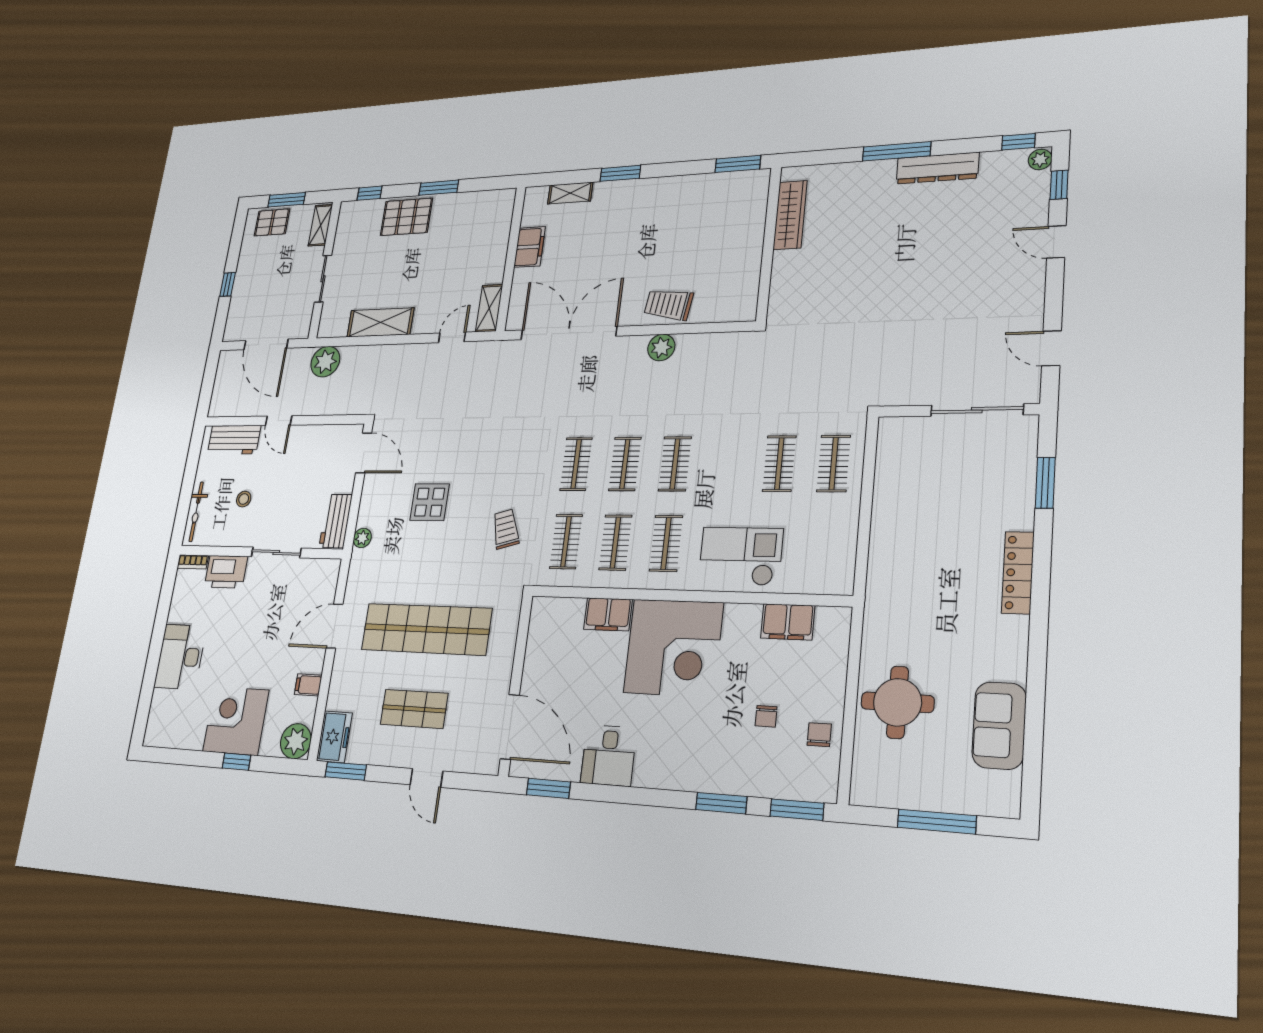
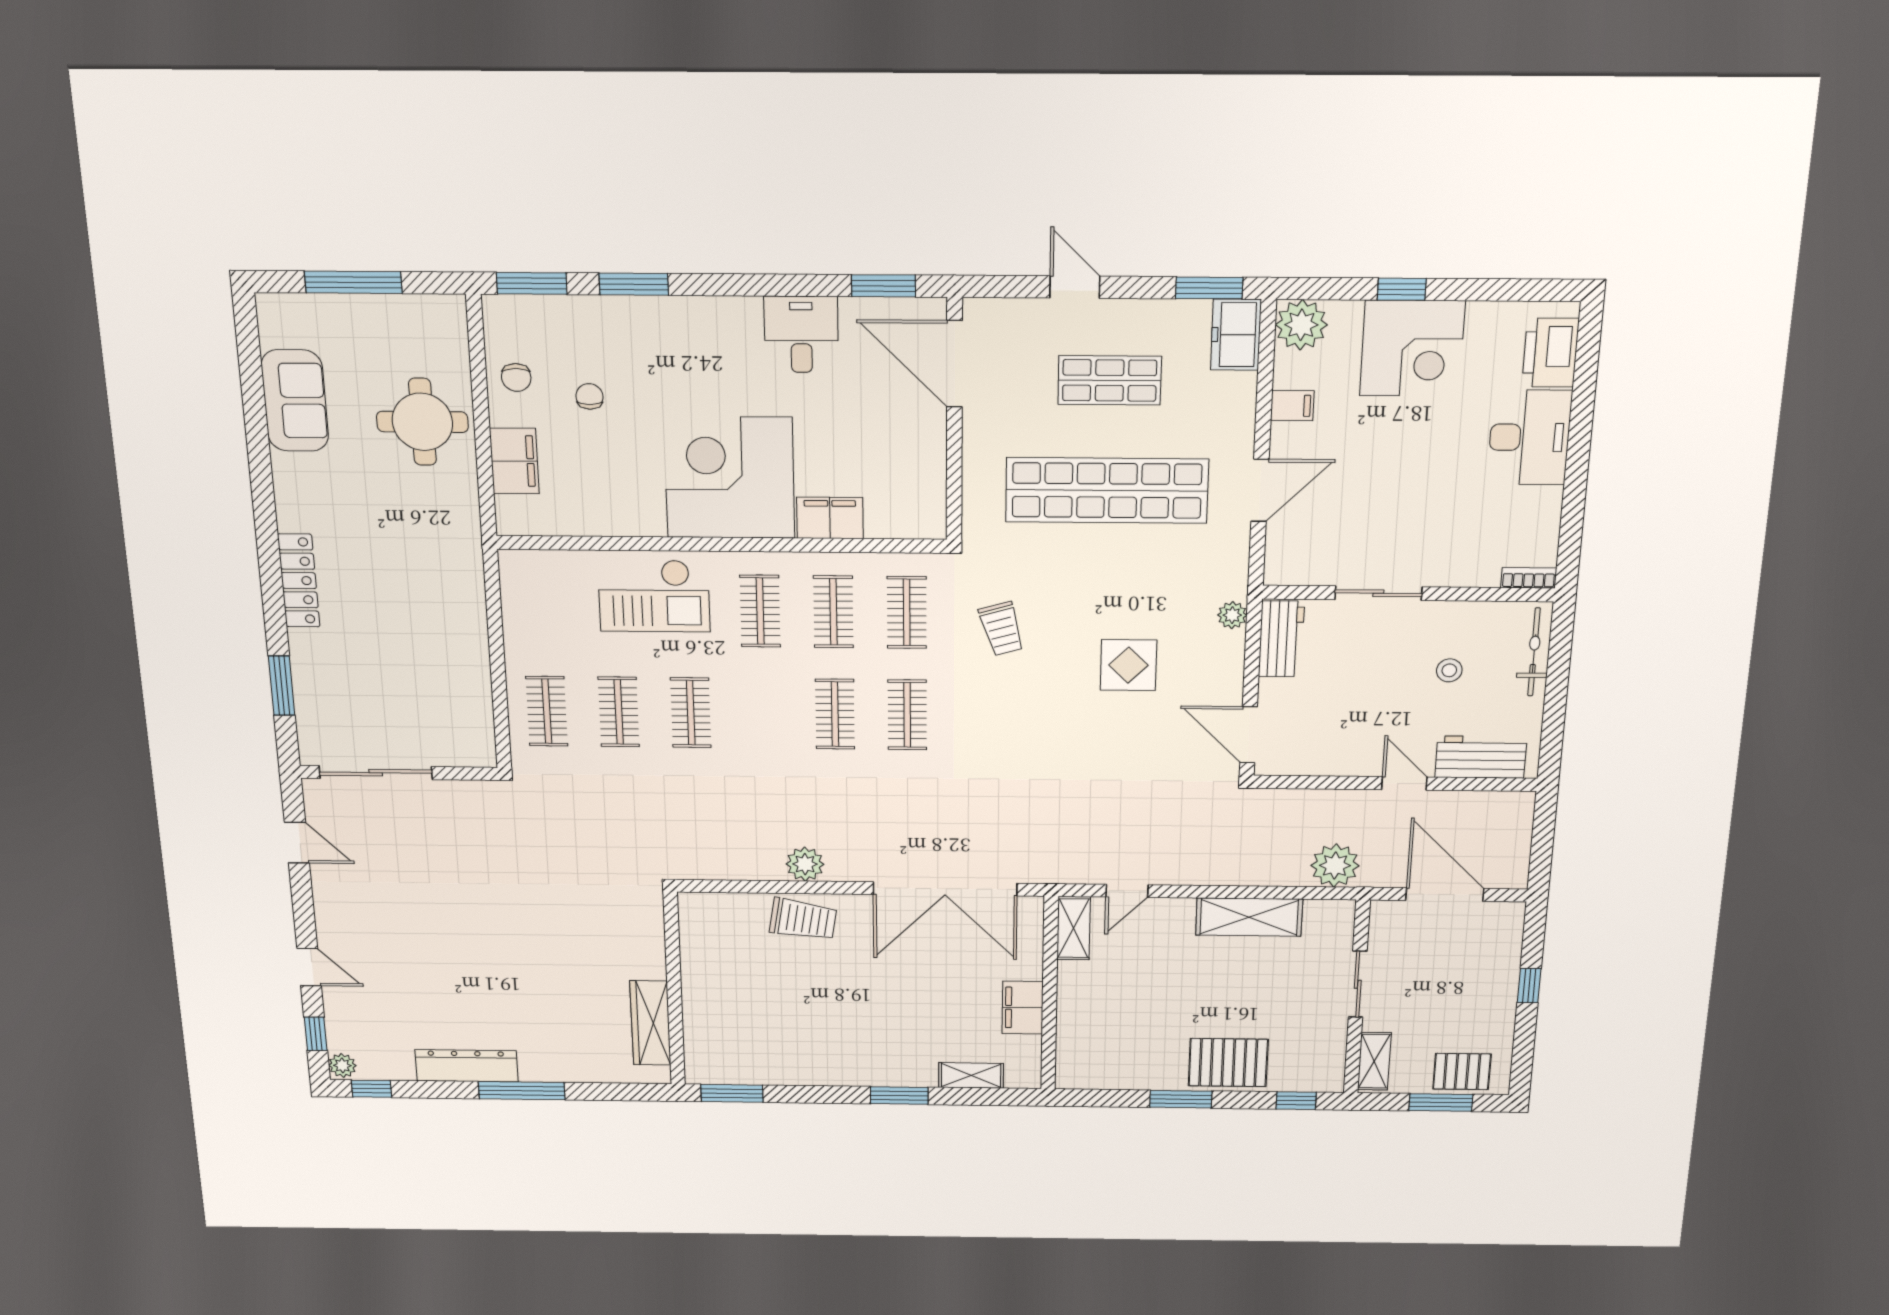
clothes rail: (675, 464) -> (691, 713), moved
printer: (226, 572) -> (1550, 353), moved, turned -90
filing cabinet: (788, 622) -> (514, 461), moved, turned 90

